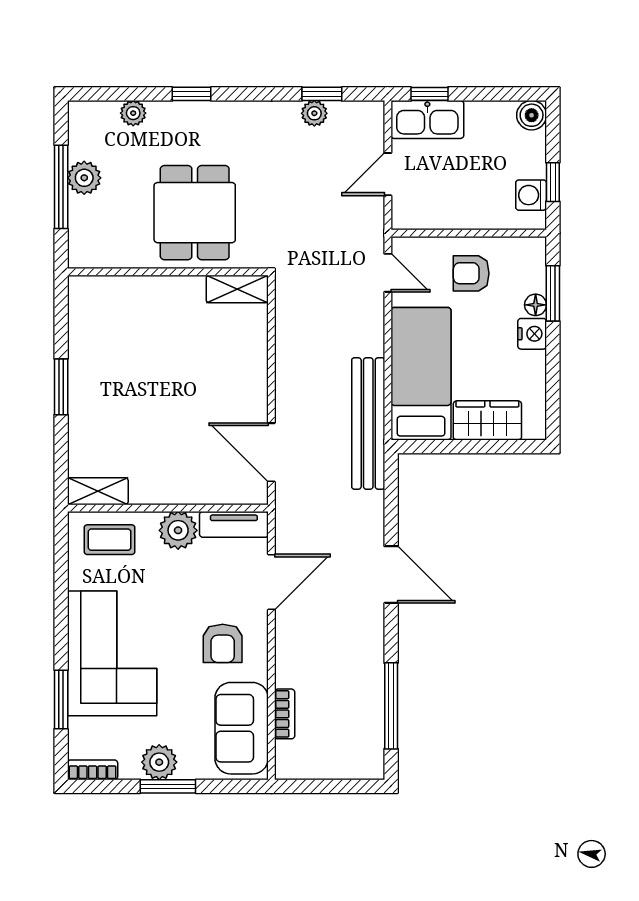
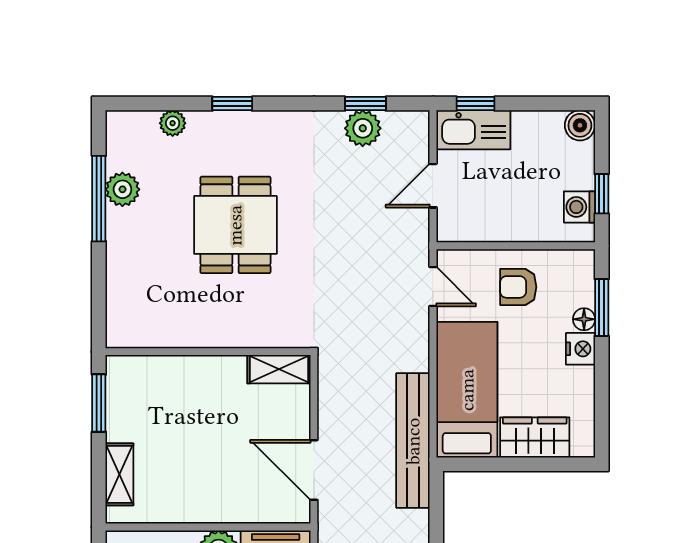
plant: (314, 113) -> (363, 128), width x1.38, depth x1.38
wall: (168, 272) -> (208, 352), moved
shelving: (237, 289) -> (279, 369), moved
shelving: (98, 491) -> (119, 474), moved, turned 90

